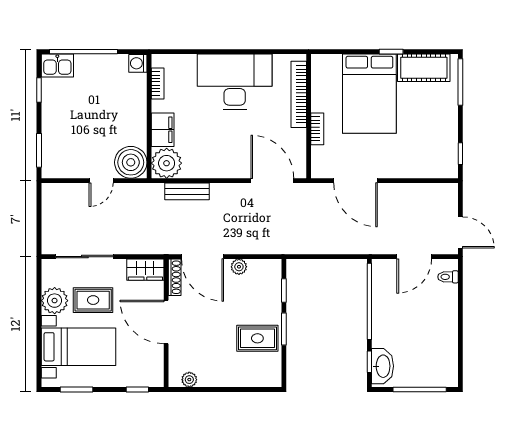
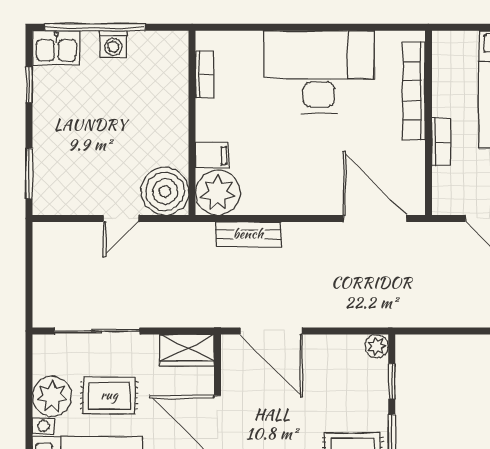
washing machine: (138, 63) -> (113, 44), moved, turned -90
filing cabinet: (163, 130) -> (212, 156), width x0.50
plant: (239, 267) -> (377, 346), moved
shoe rack: (175, 277) -> (230, 362), removed

